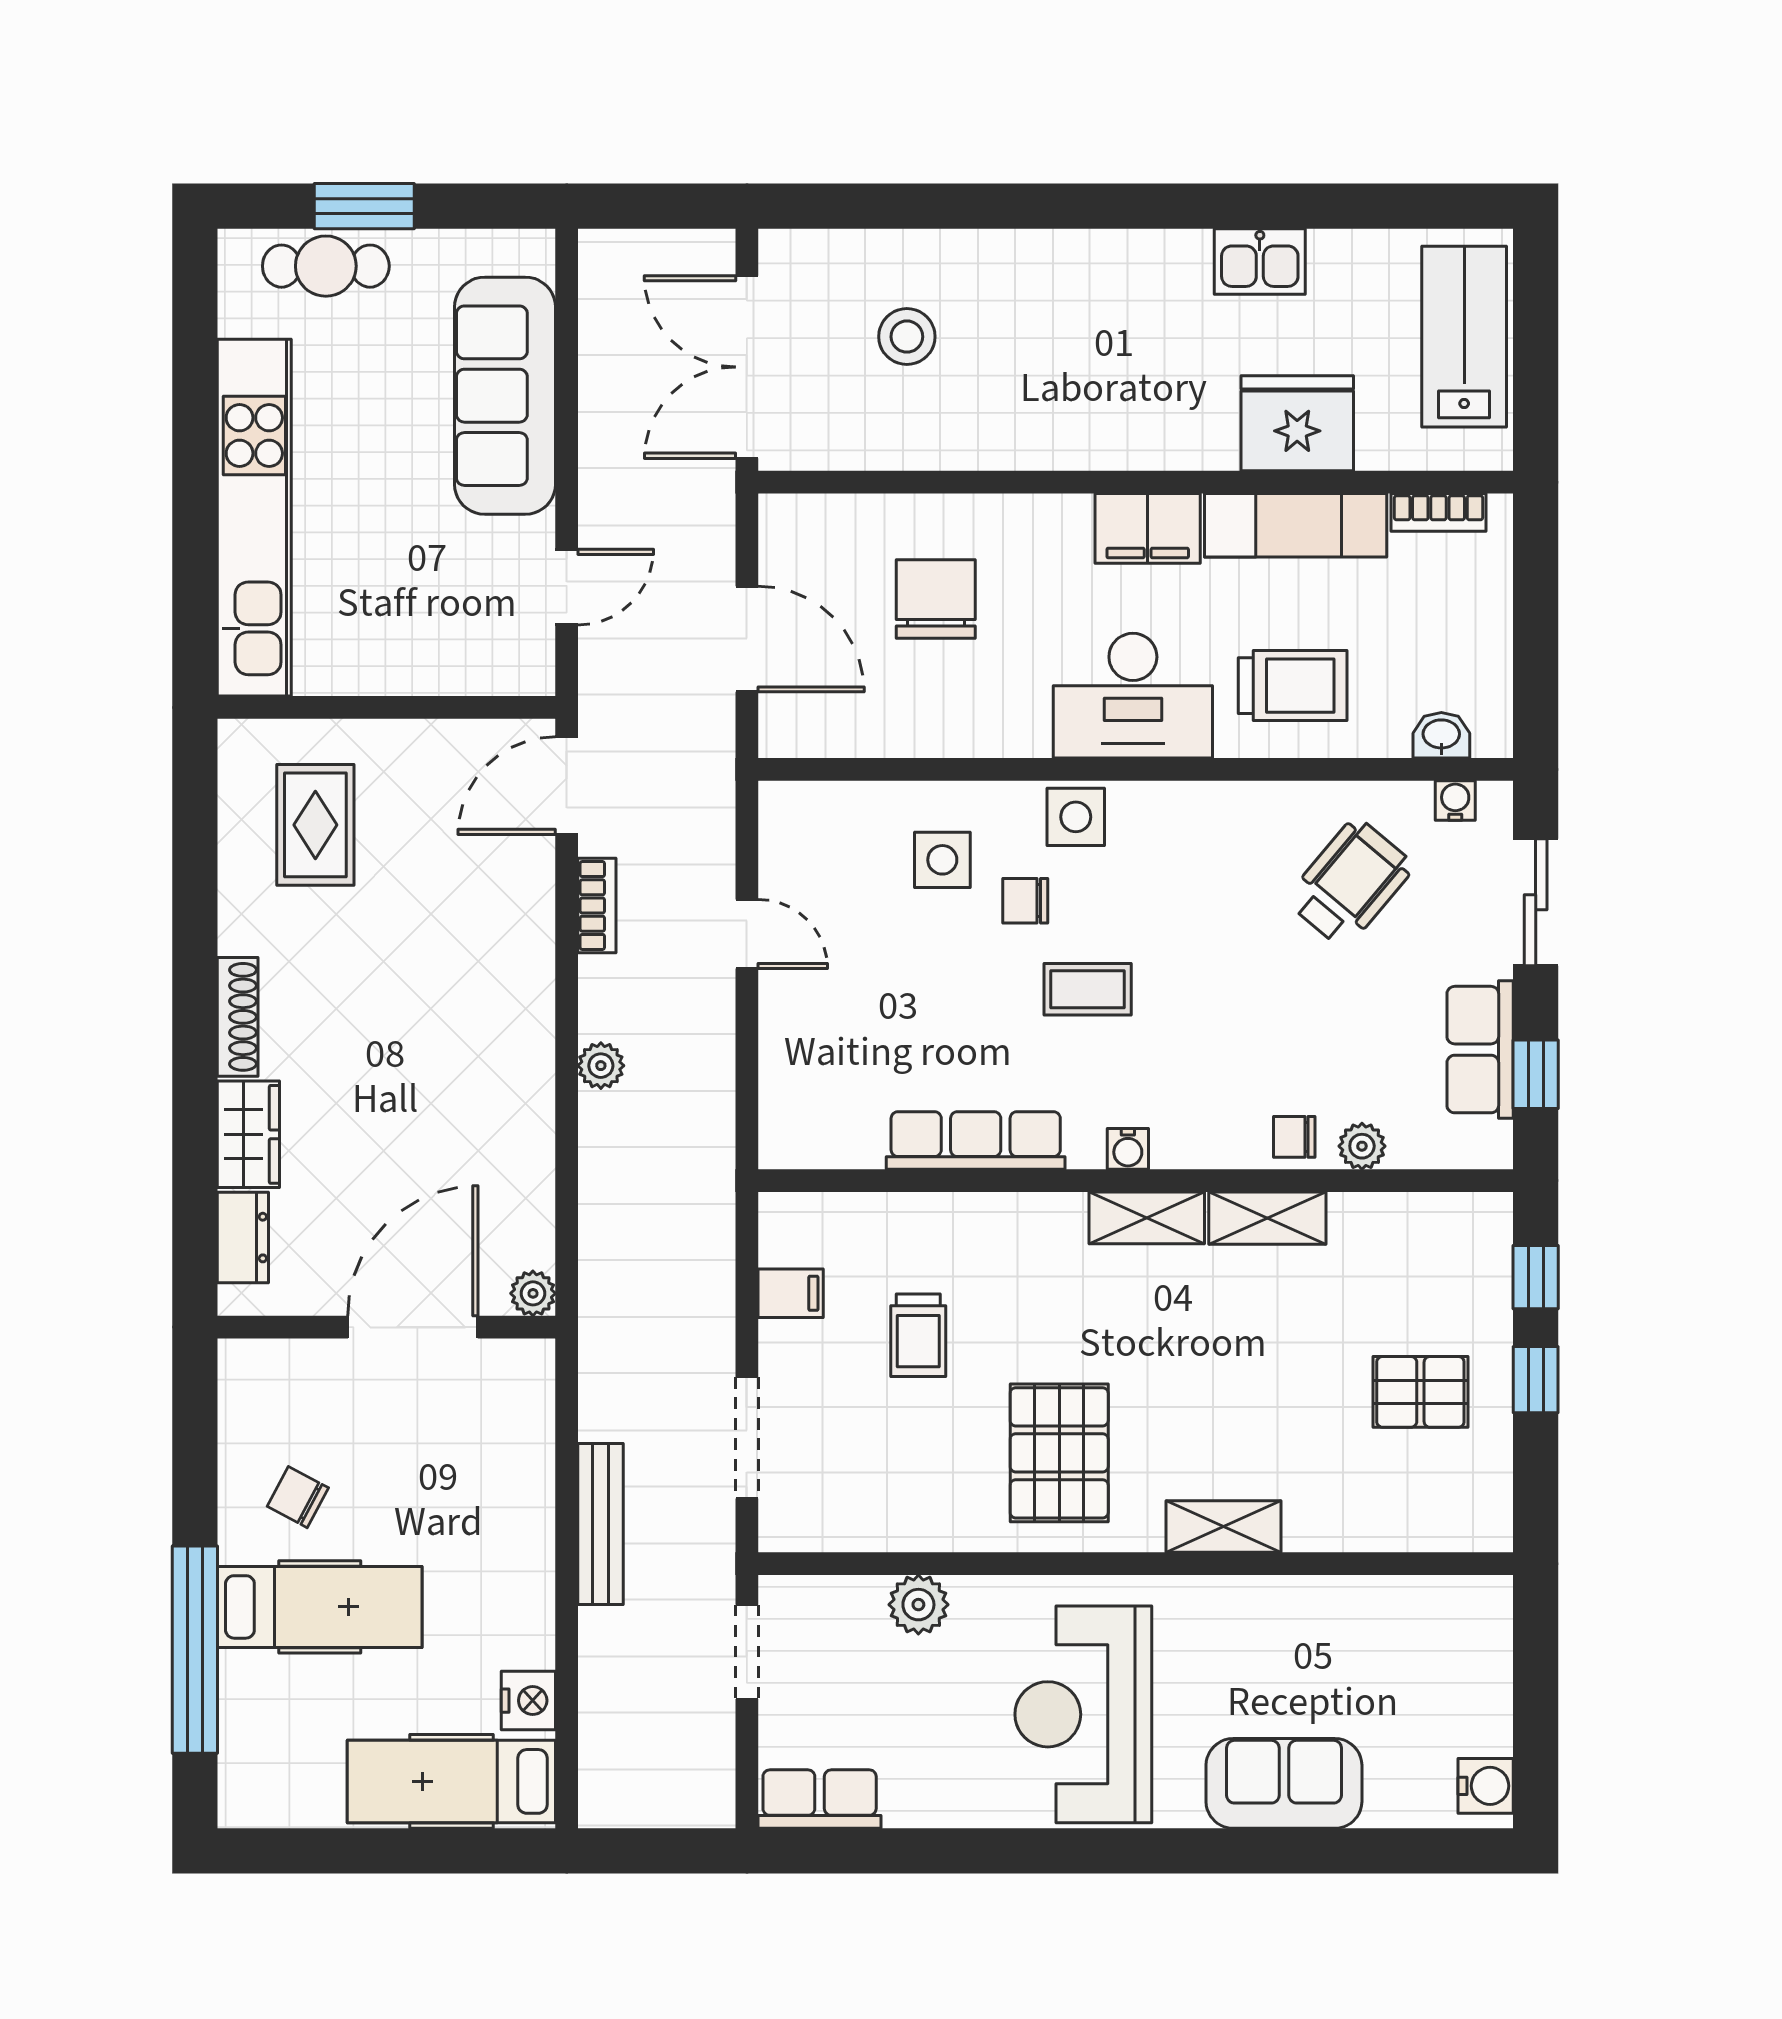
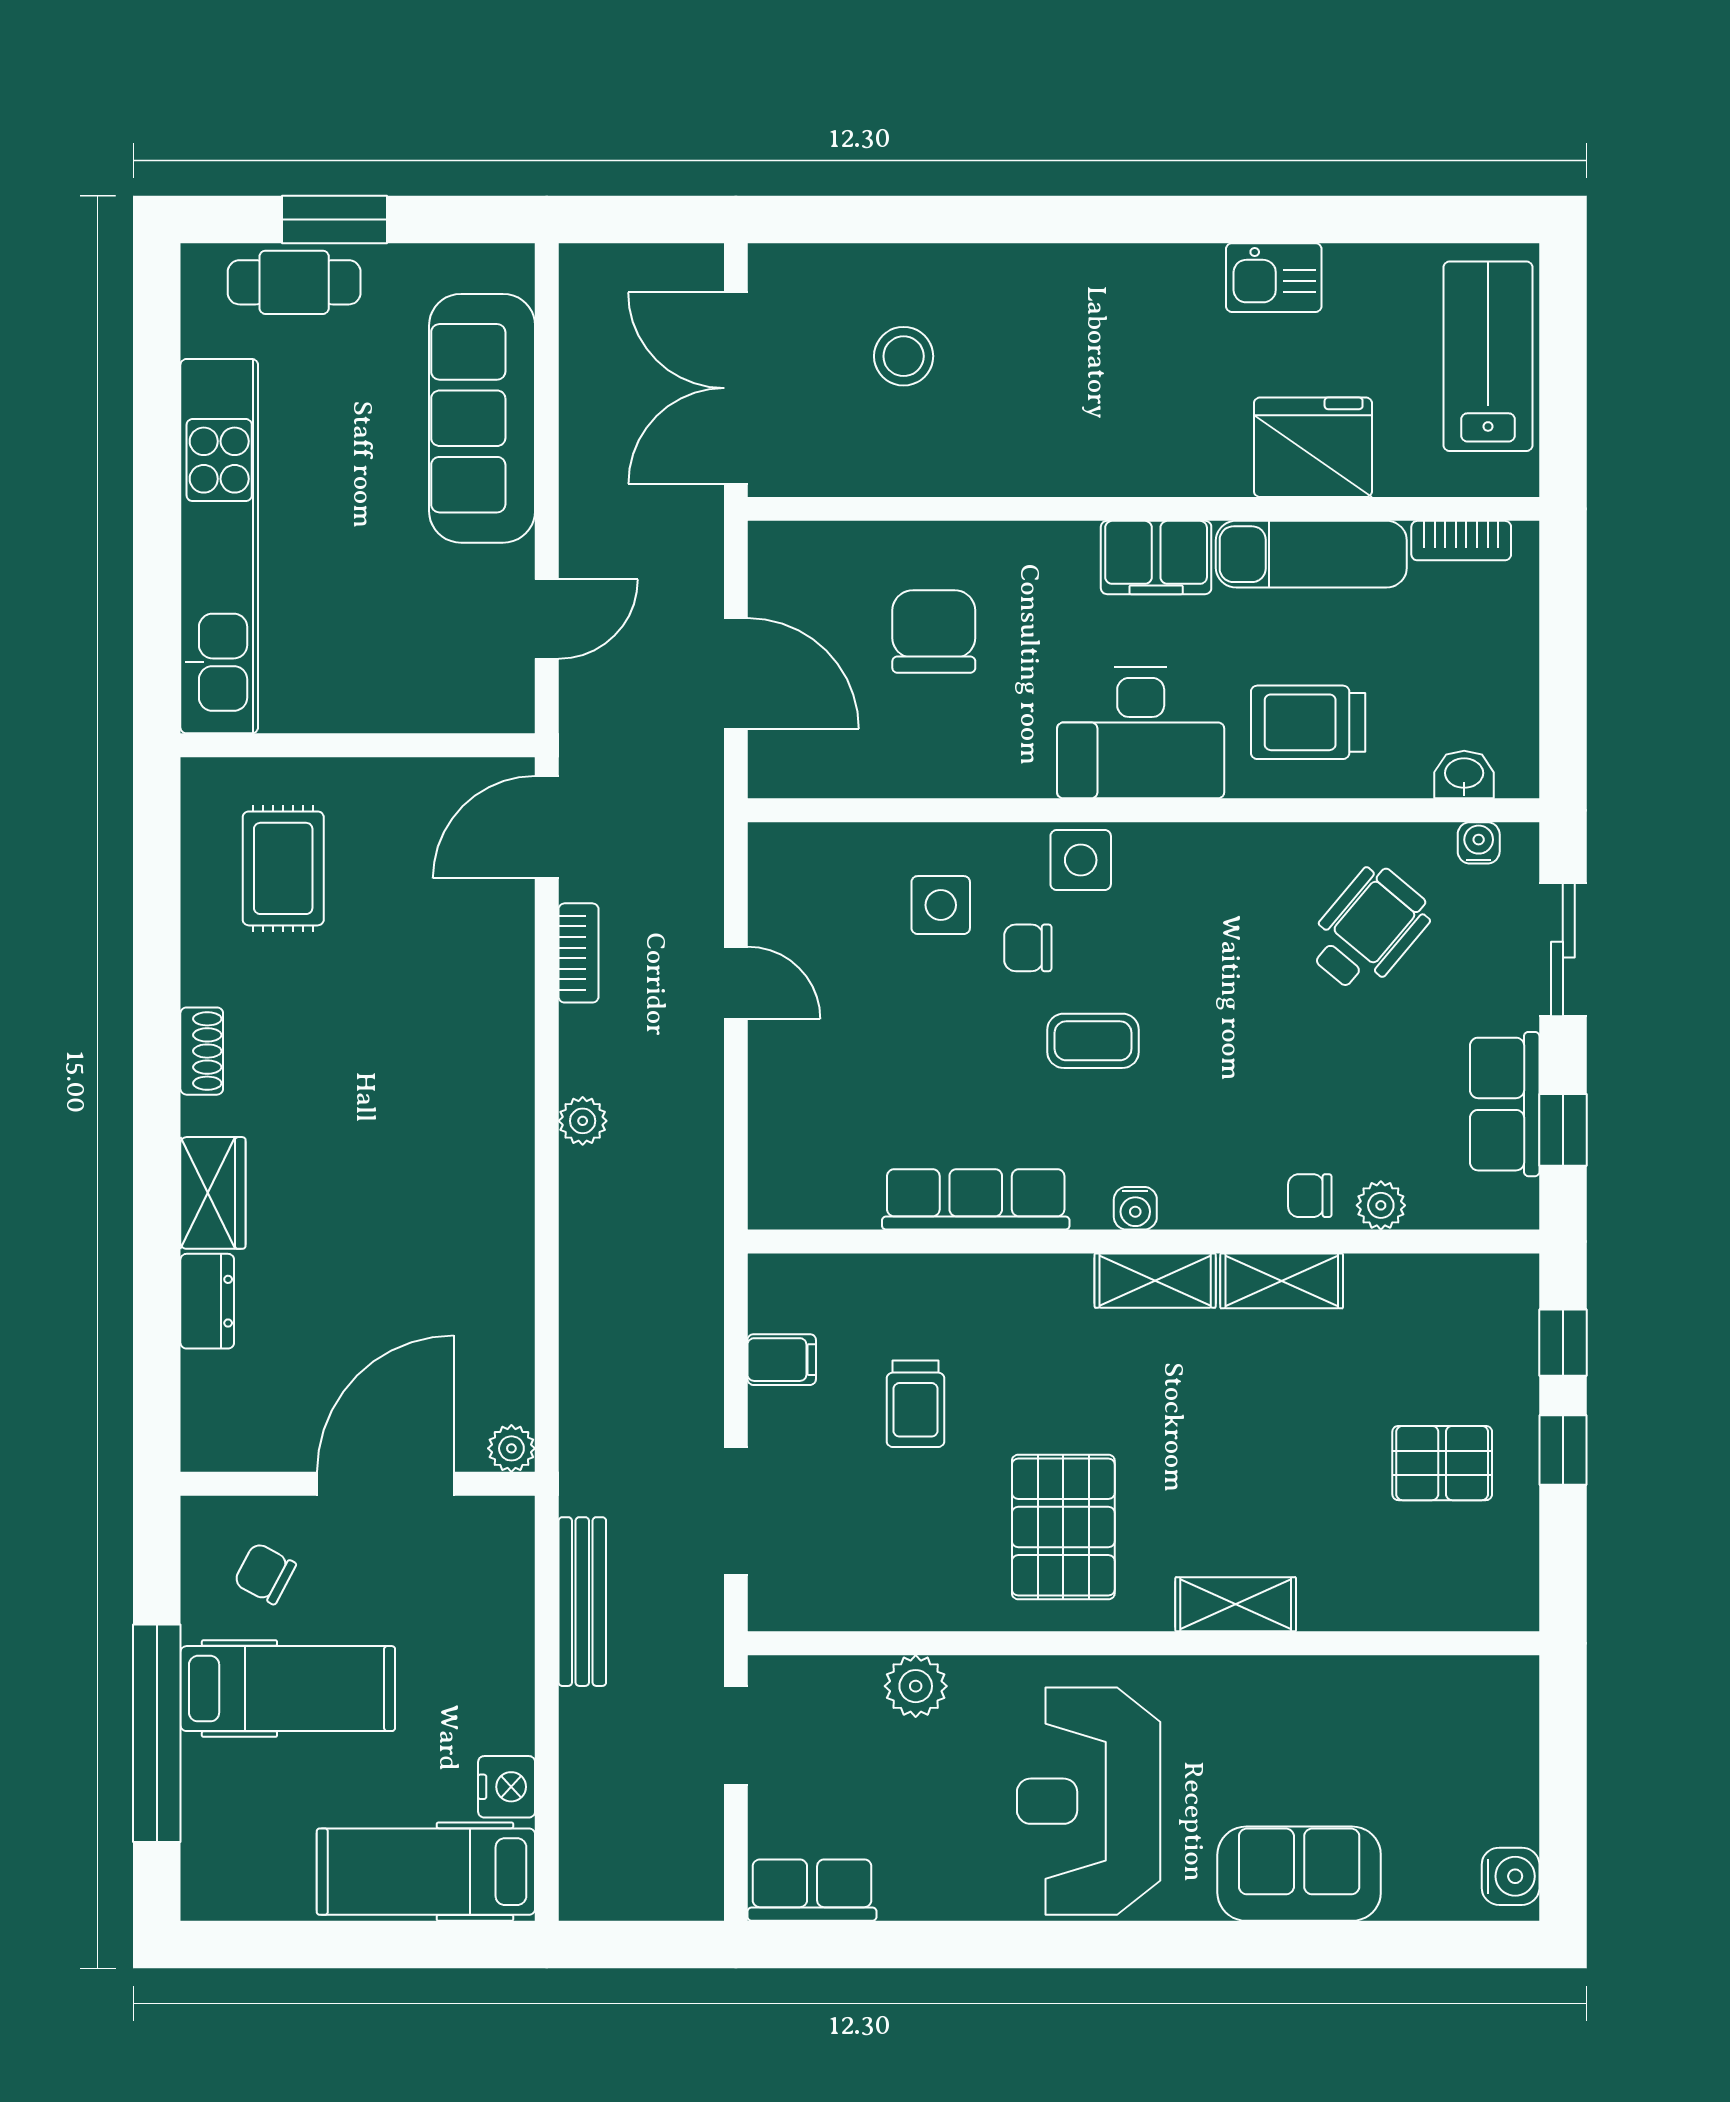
trolley: (1293, 686) -> (1308, 722), turned 180
shoe rack: (238, 1017) -> (202, 1051), width x0.70
plant: (533, 1293) -> (511, 1448), moved
wall: (386, 1327) -> (358, 1484), moved
door: (413, 1327) -> (385, 1484), moved

